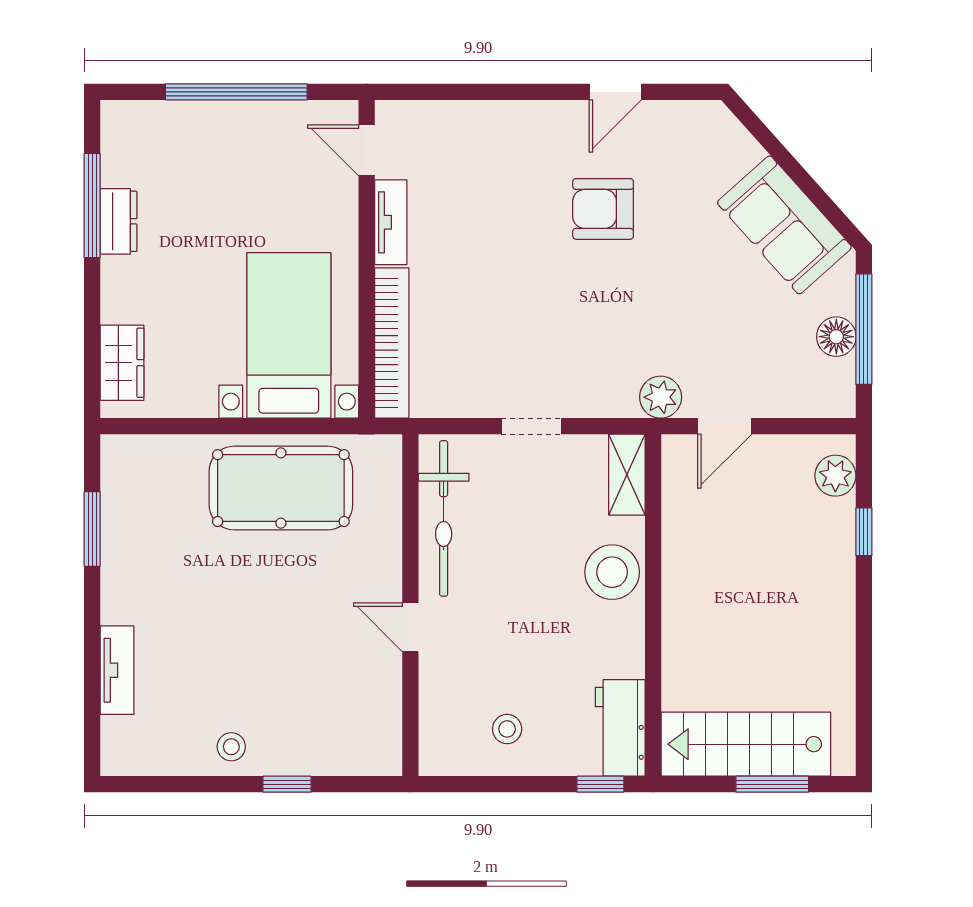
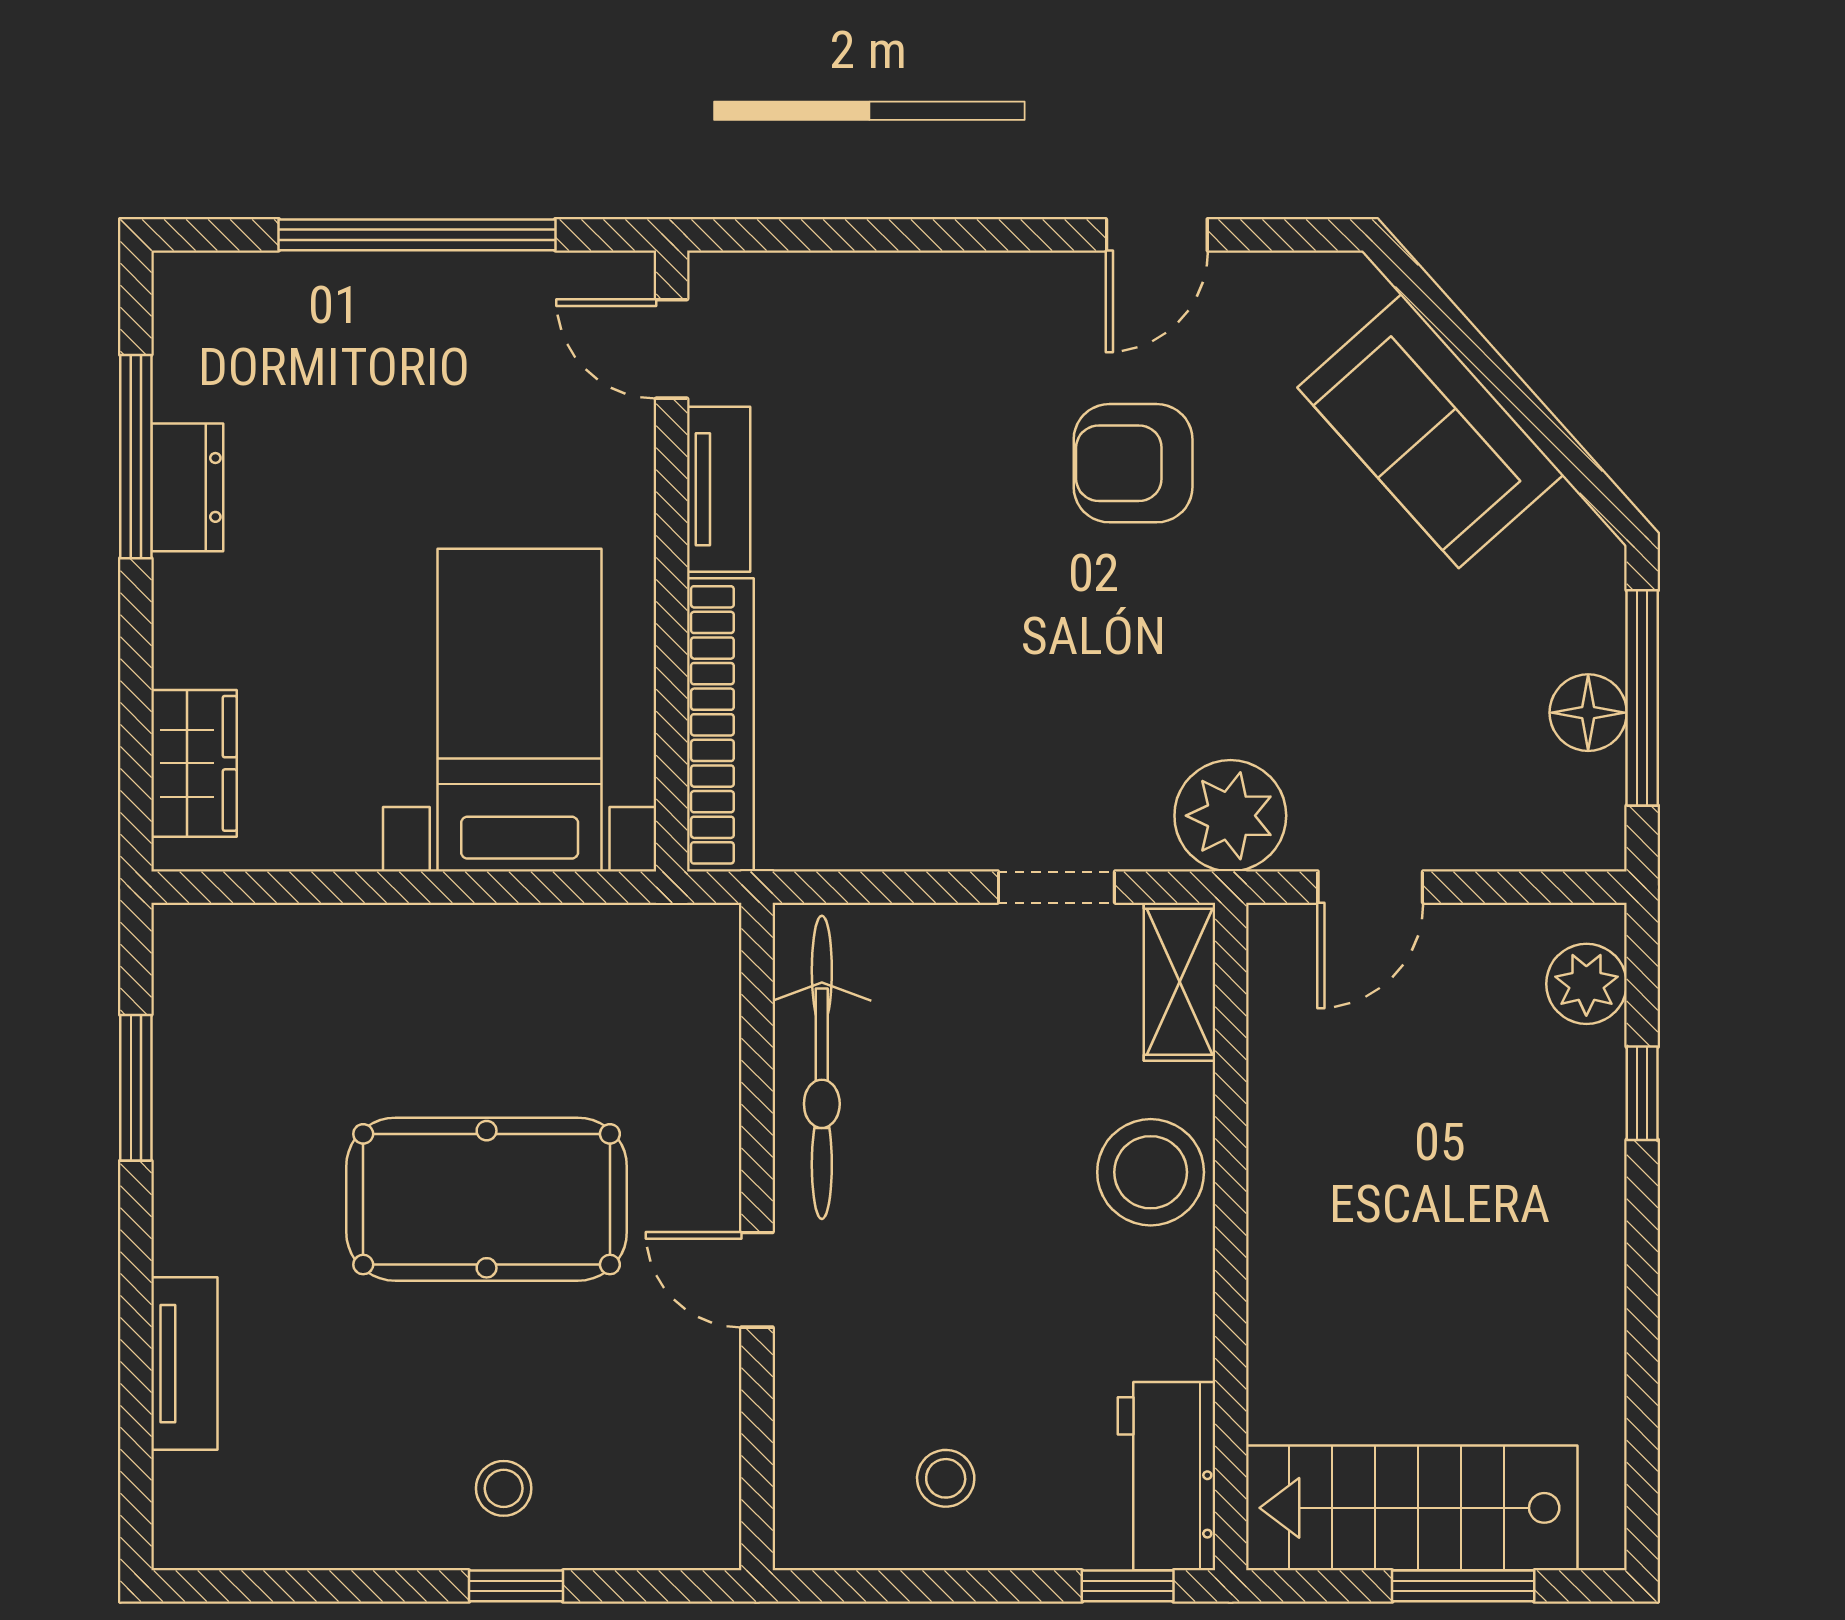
sofa: (784, 225) -> (1430, 431), moved
plant: (661, 397) -> (1230, 816), width x1.36, depth x1.36
doorway: (531, 426) -> (1056, 887), moved
pool table: (281, 488) -> (487, 1199), moved
stool: (231, 747) -> (504, 1488), moved

